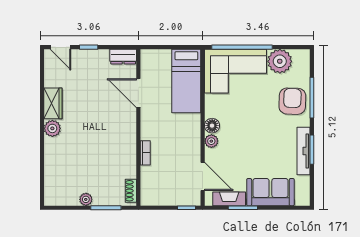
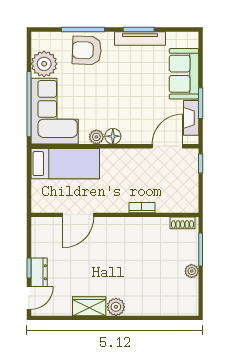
dresser: (123, 57) -> (39, 272), moved
plant: (211, 141) -> (96, 137), moved

